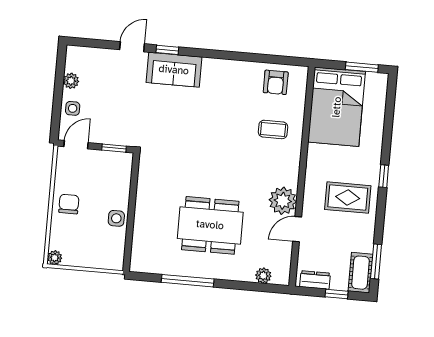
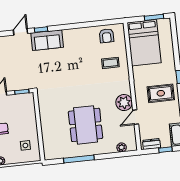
side table: (116, 218) -> (25, 145), moved
dining table: (210, 225) -> (86, 125), turned 90

